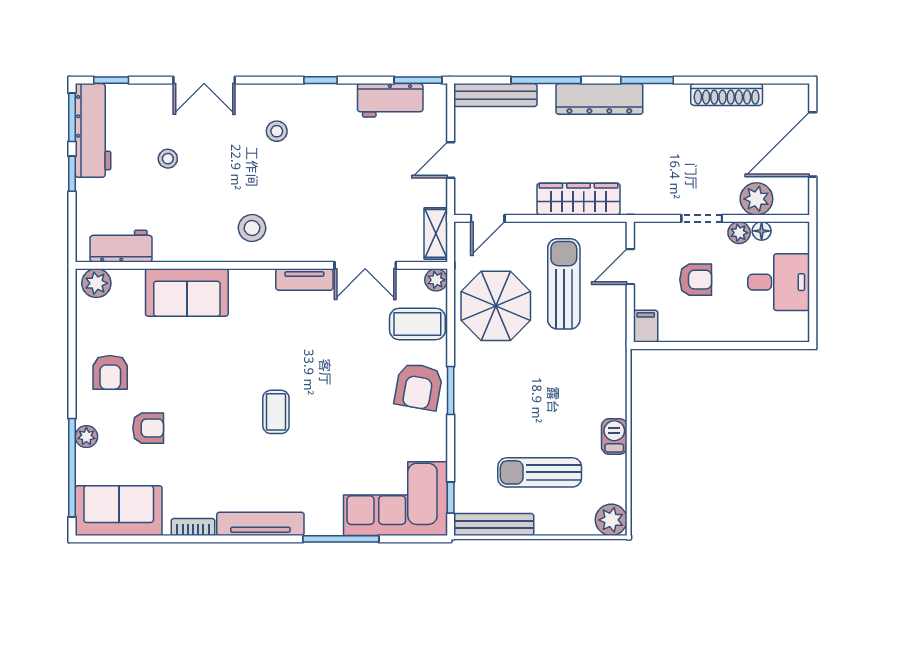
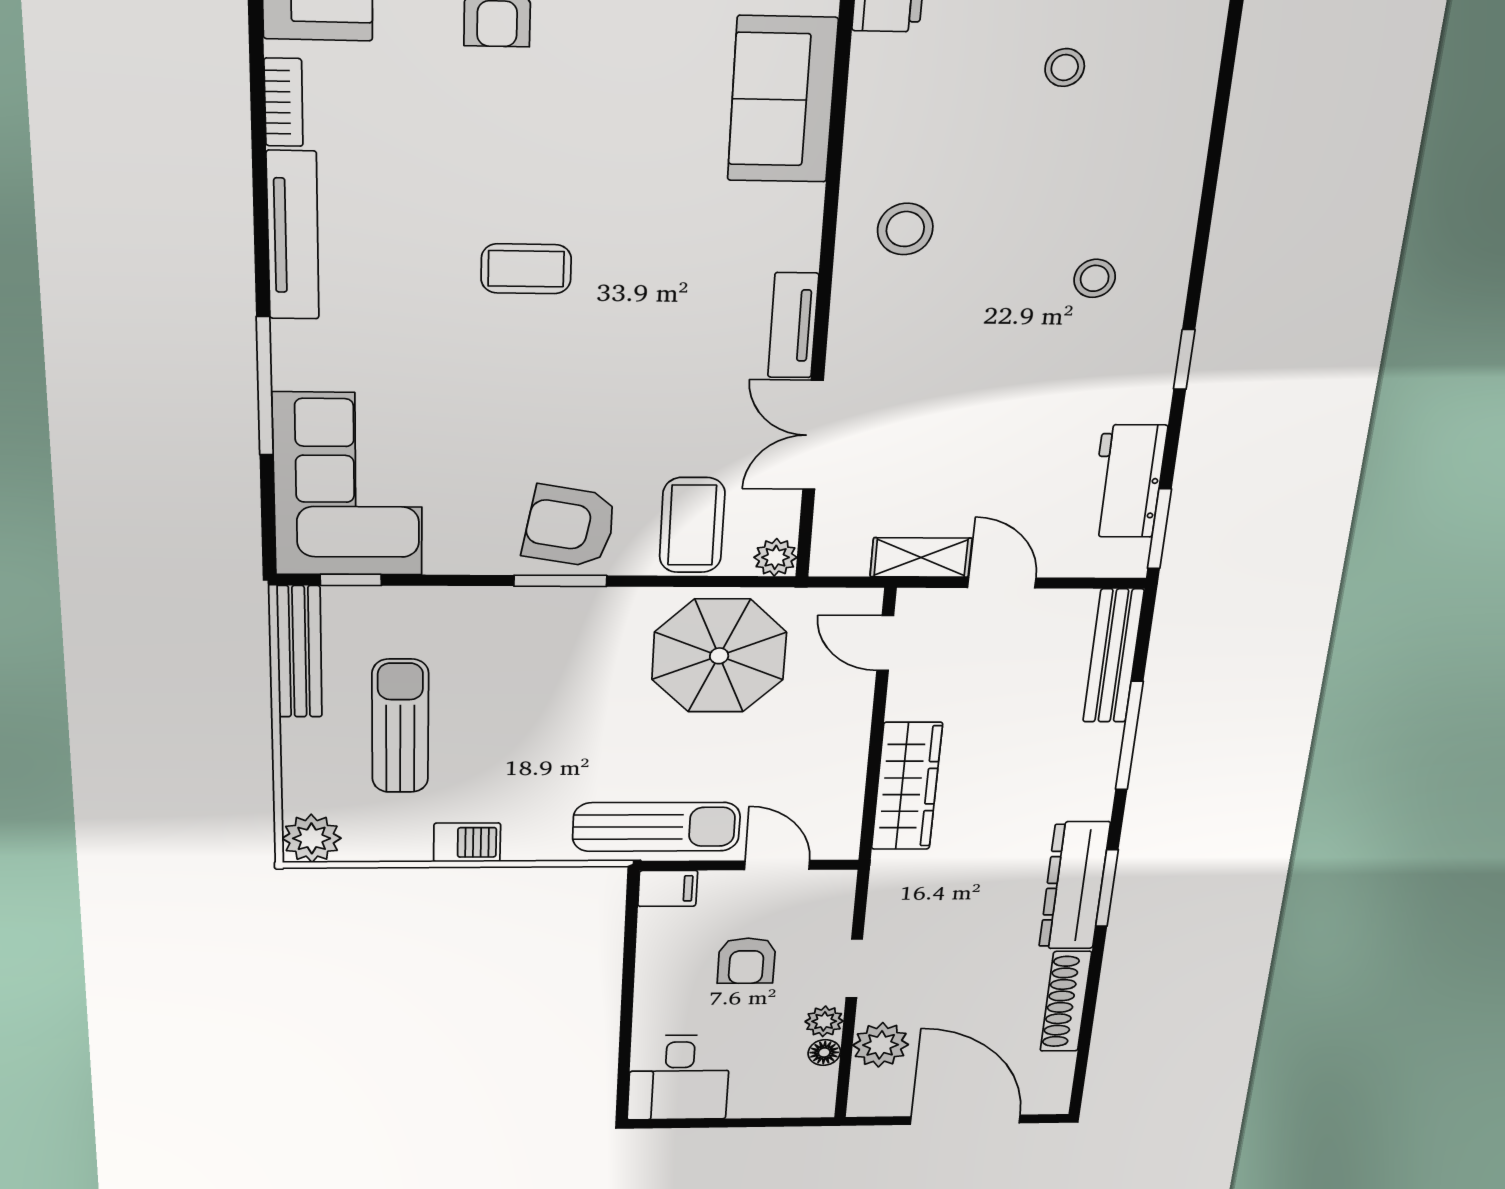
double door: (204, 80) -> (1216, 142), removed
dresser: (599, 99) -> (1074, 886), moved
shelving: (436, 233) -> (921, 557), moved
desk: (779, 282) -> (679, 1078), moved
sun lounger: (564, 284) -> (656, 827), moved

